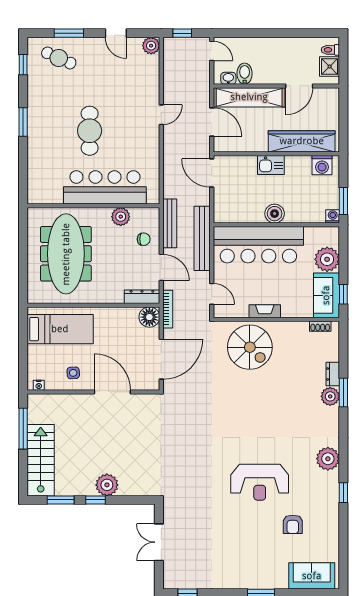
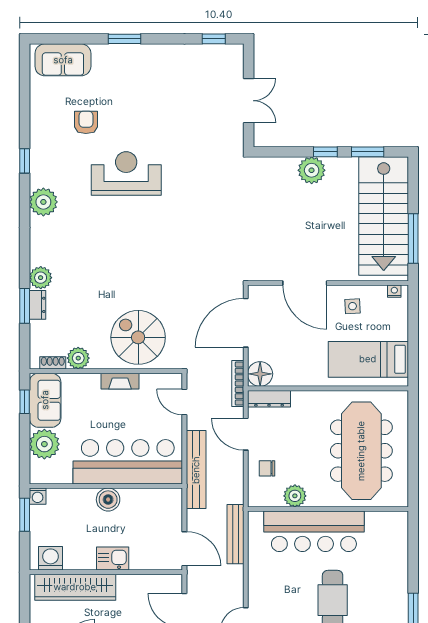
bench: (170, 223) -> (235, 534), moved
plant: (299, 330) -> (78, 358), added
window: (343, 392) -> (25, 306), moved
stairs: (41, 460) -> (384, 216), width x1.36, depth x1.51

